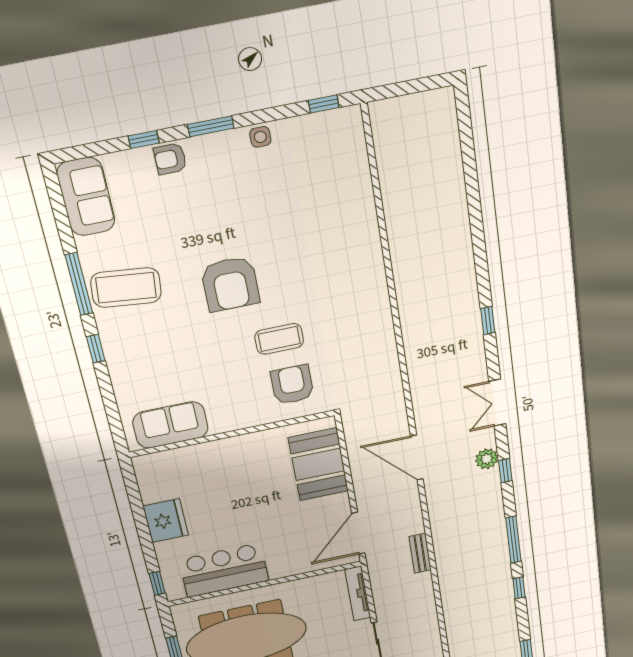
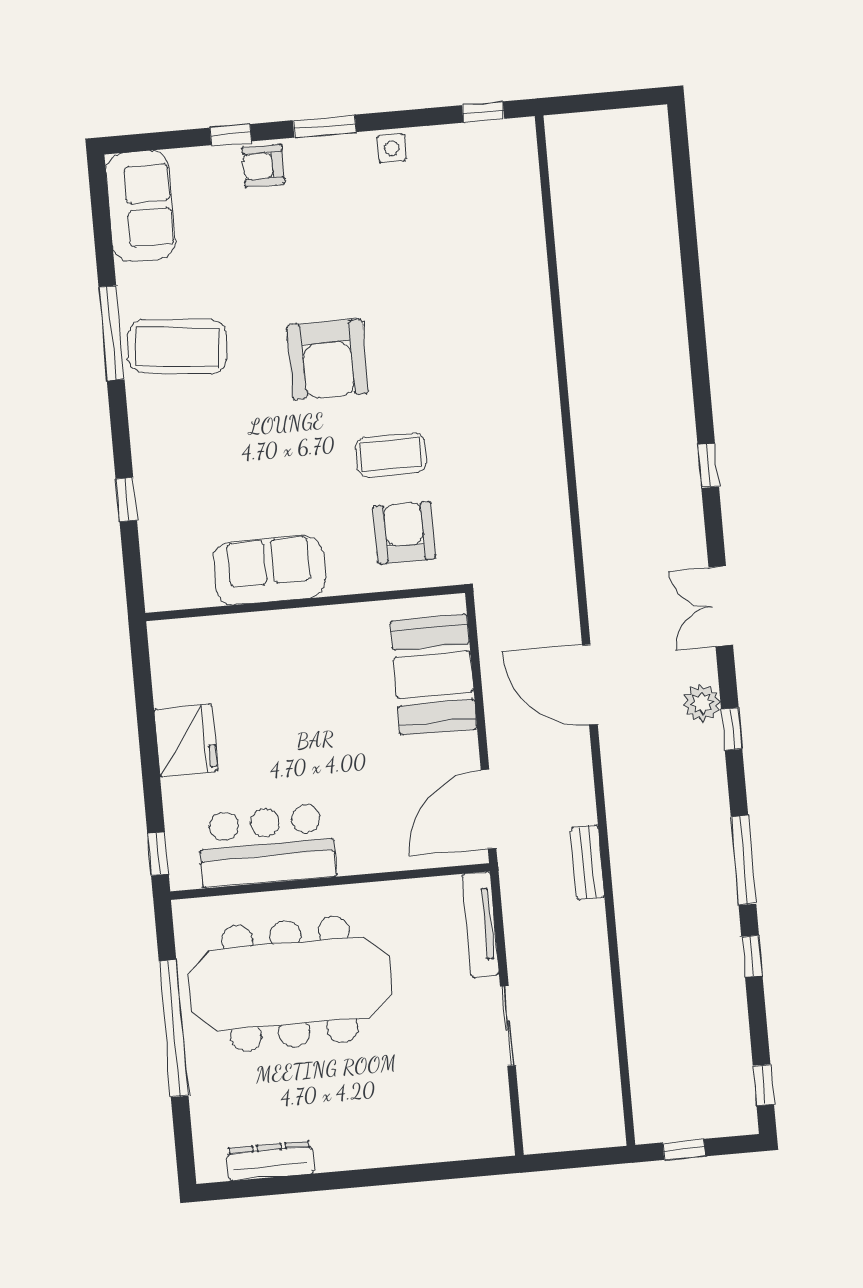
window: (96, 349) -> (126, 500), moved
sofa: (170, 425) -> (269, 570), moved

